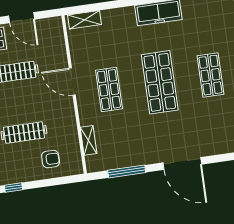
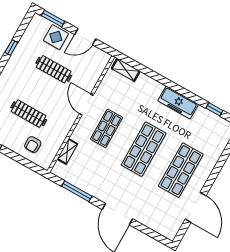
door: (22, 18) -> (85, 37), hinge flipped
shop shelf: (210, 75) -> (181, 170), width x1.43, depth x1.36
armchair: (51, 159) -> (33, 145), turned 90

